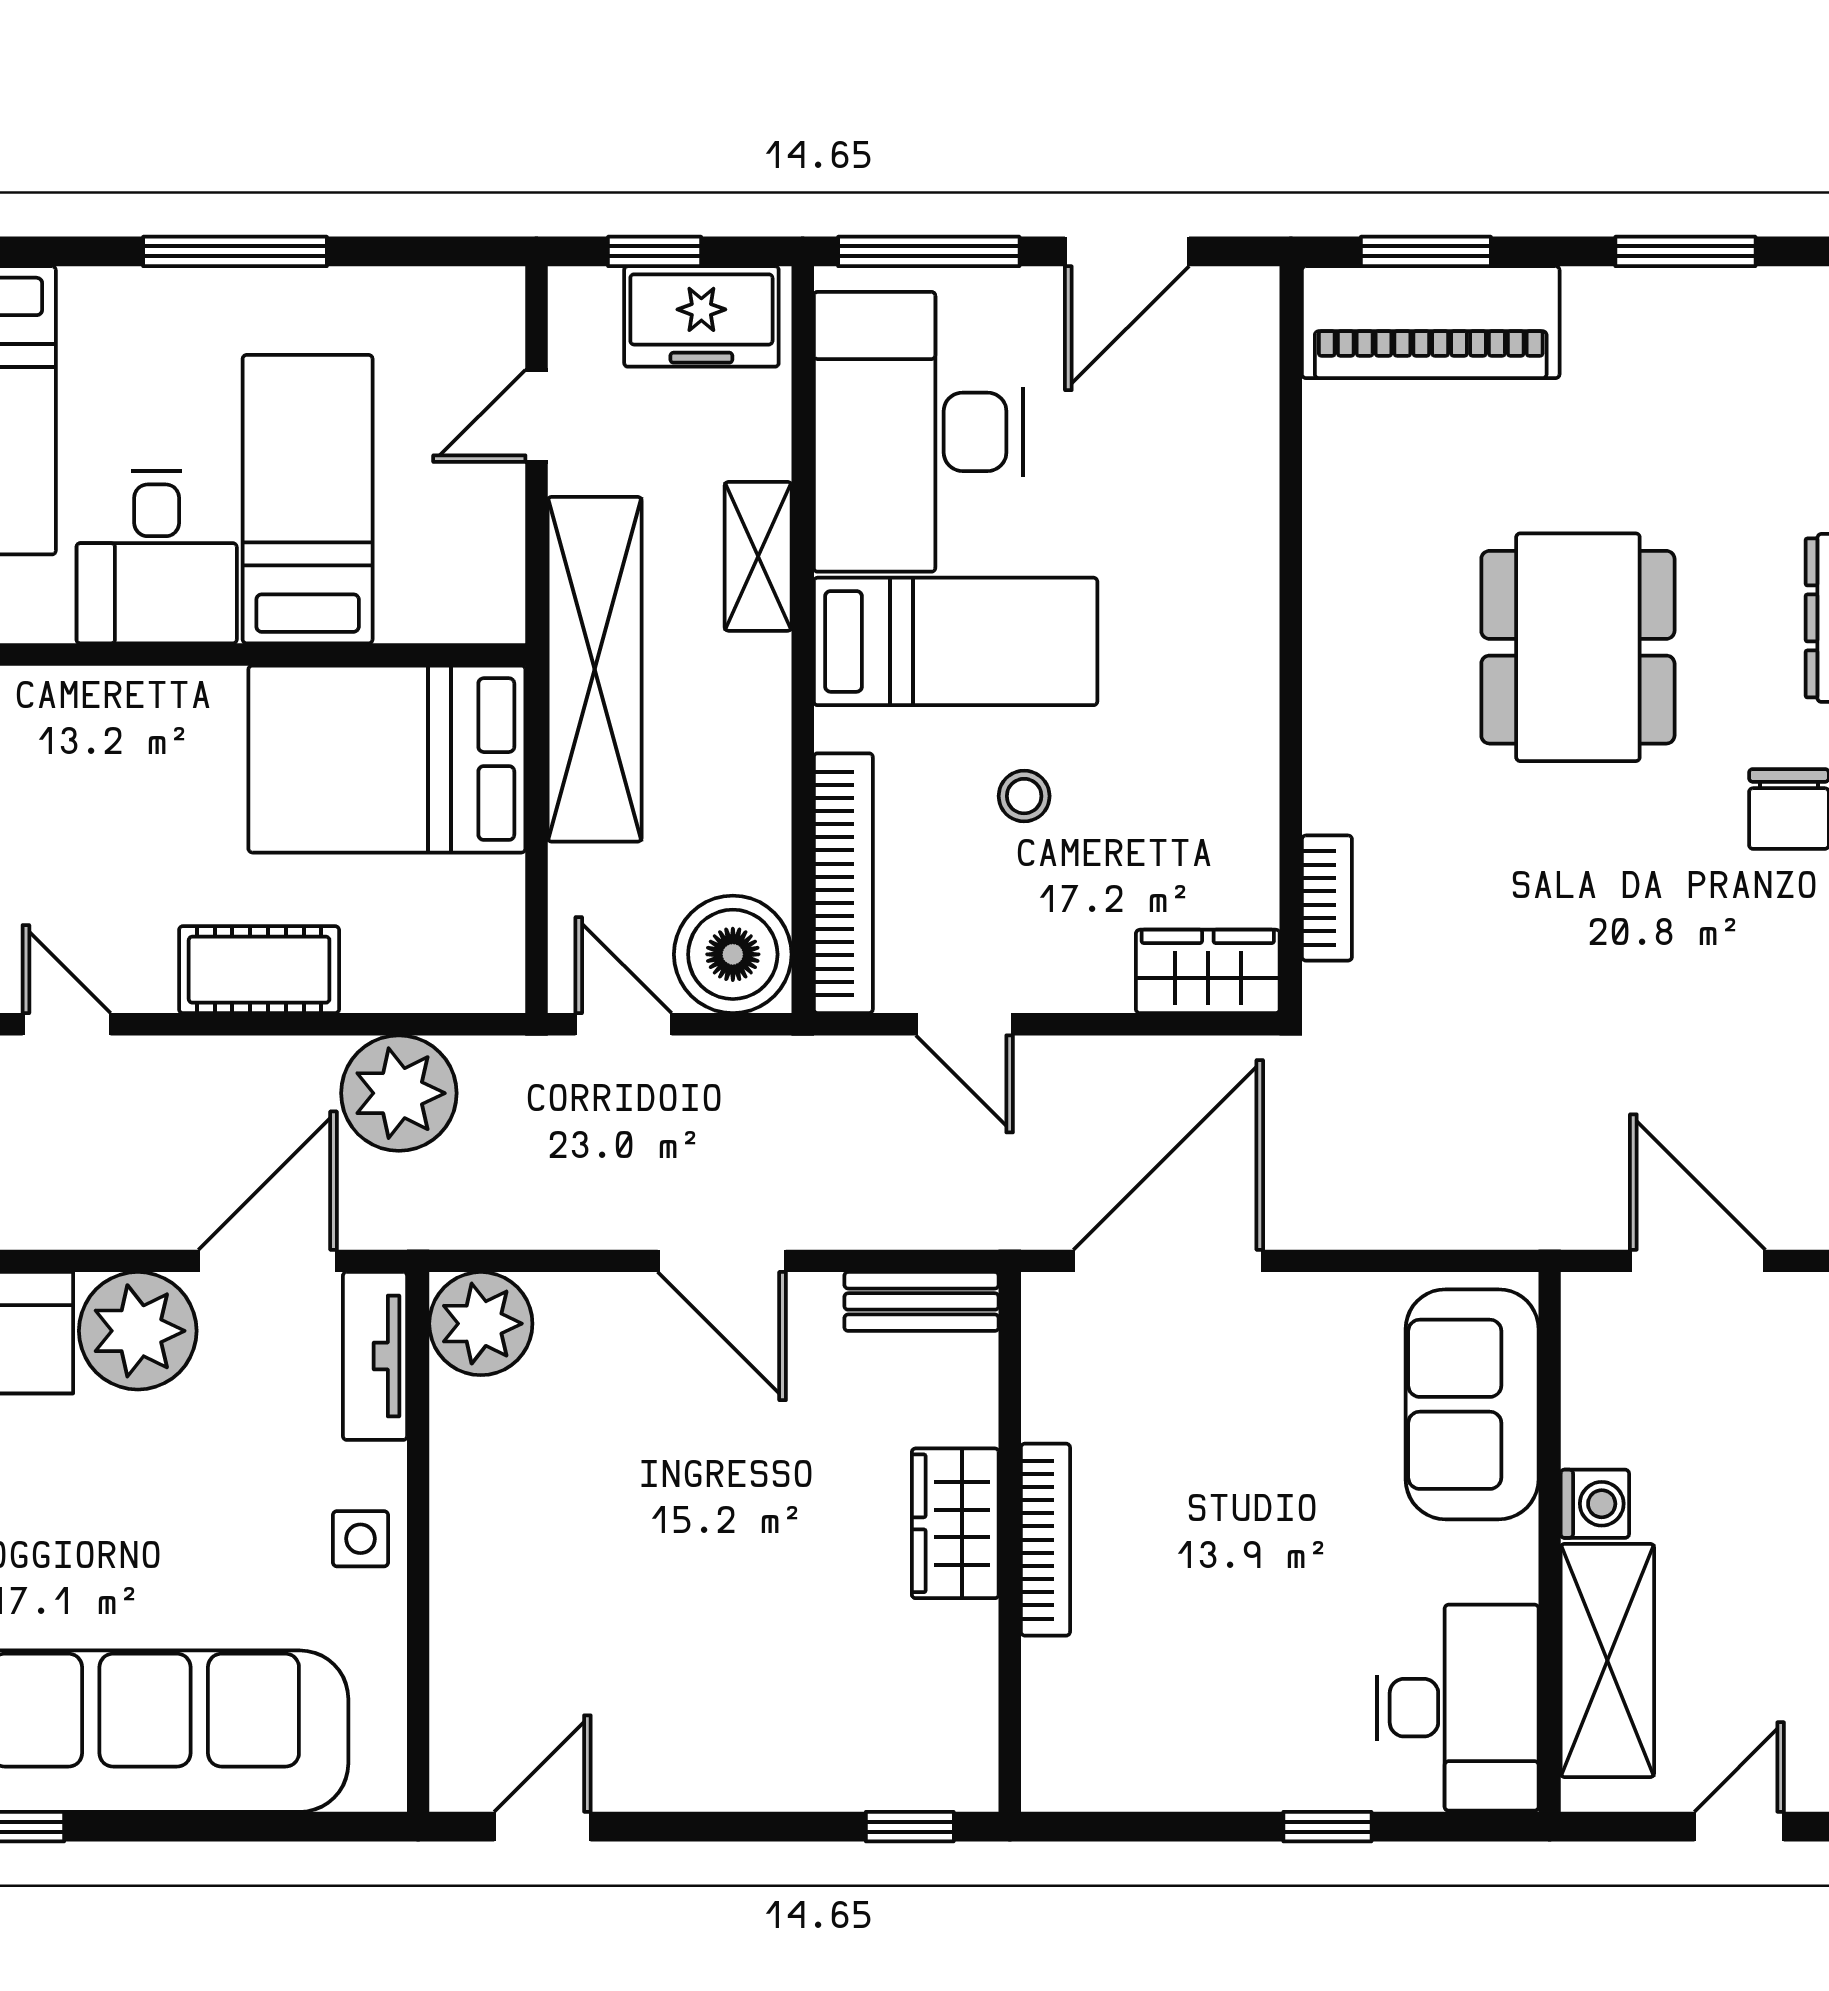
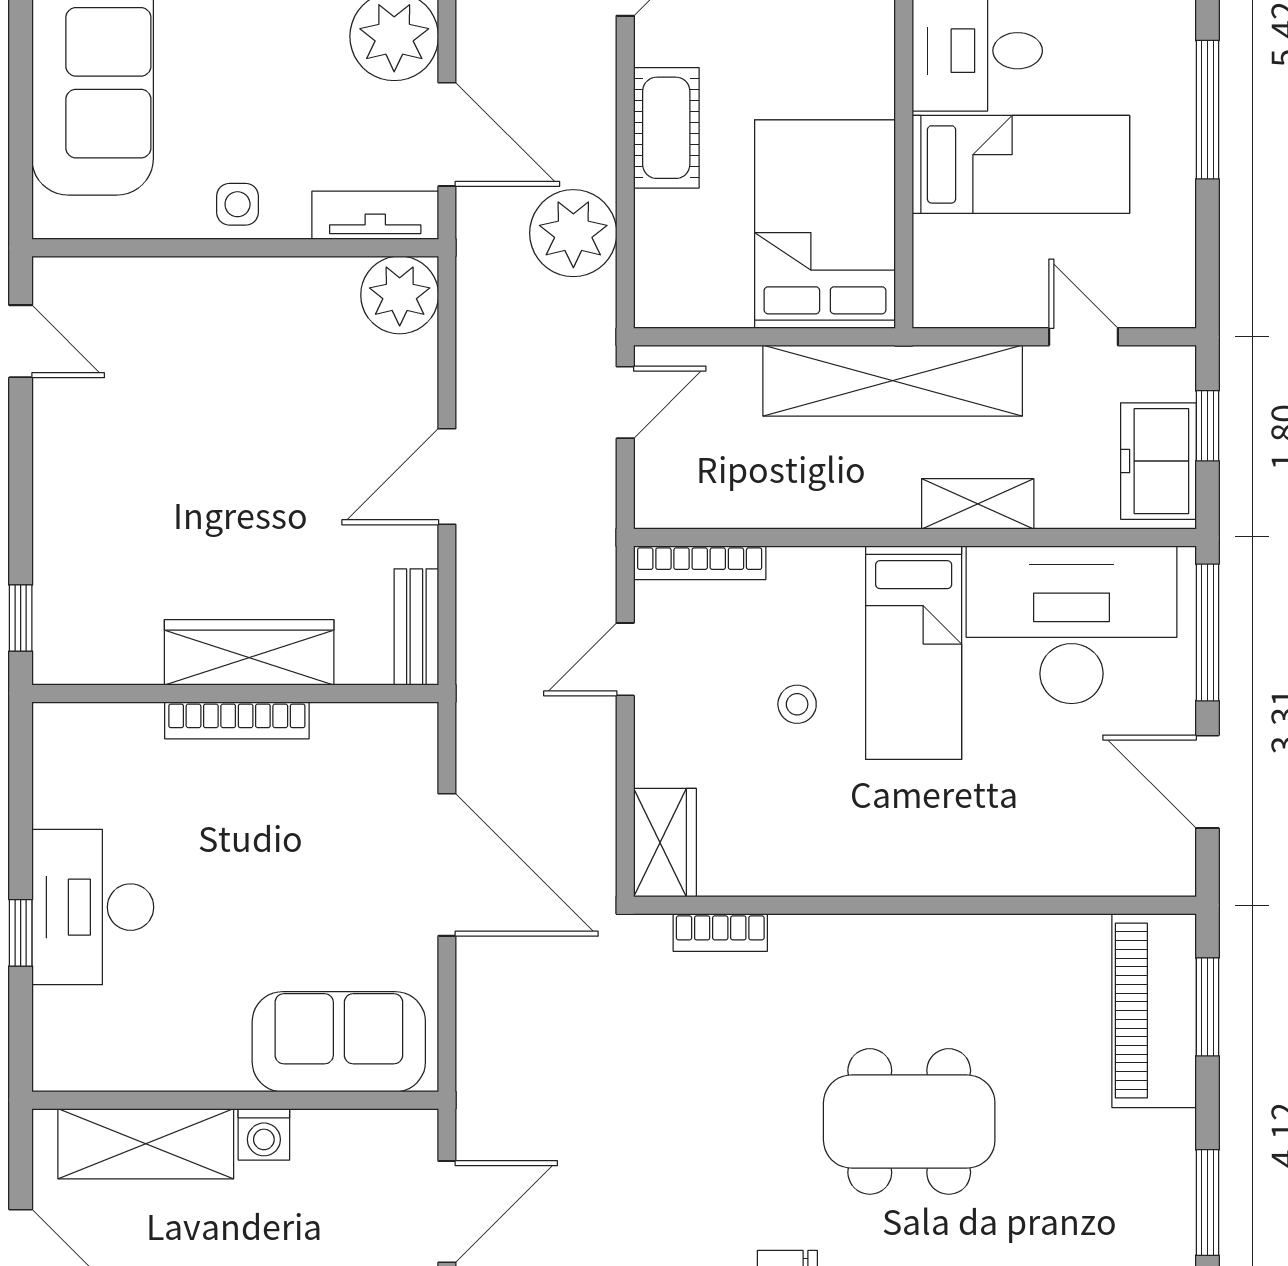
bookcase: (843, 883) -> (700, 563), width x0.68, depth x0.76
boiler: (733, 954) -> (678, 485), removed
door: (1168, 1261) -> (447, 865), moved
wardrobe: (955, 1523) -> (249, 652), width x1.50
desk: (1458, 1708) -> (93, 907), moved, turned 90

